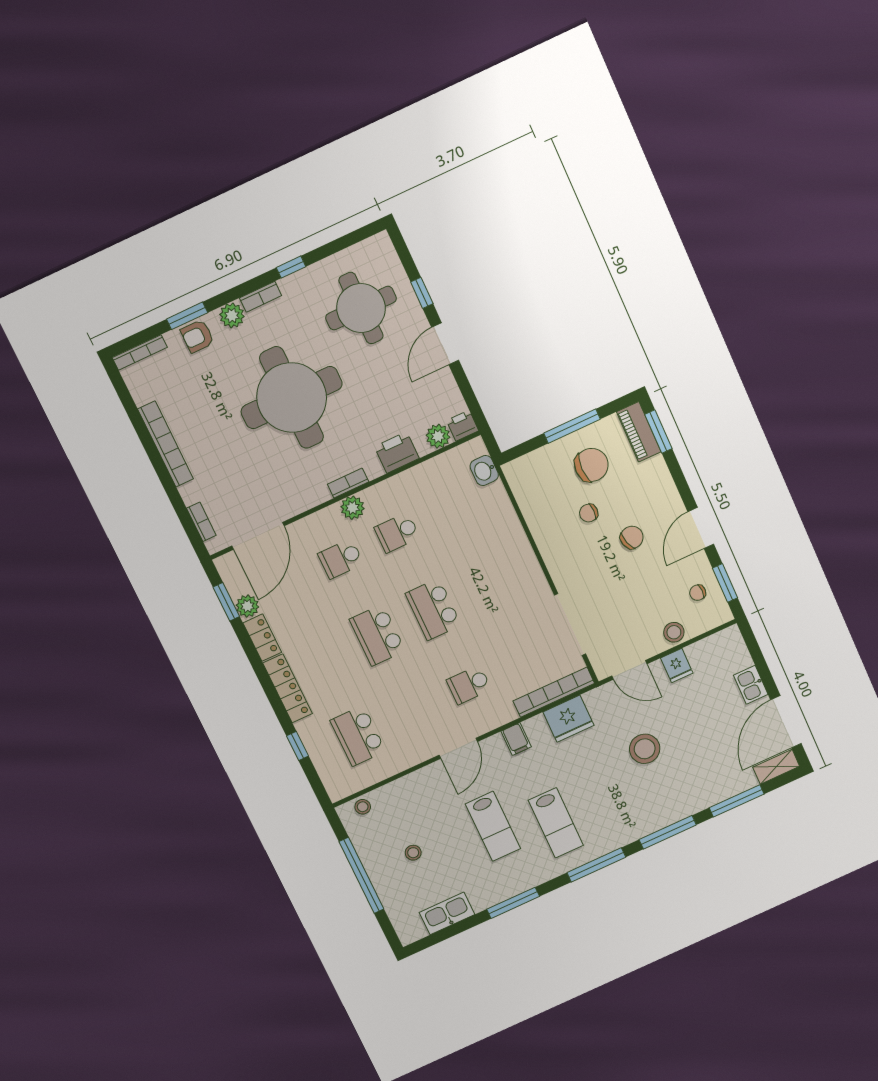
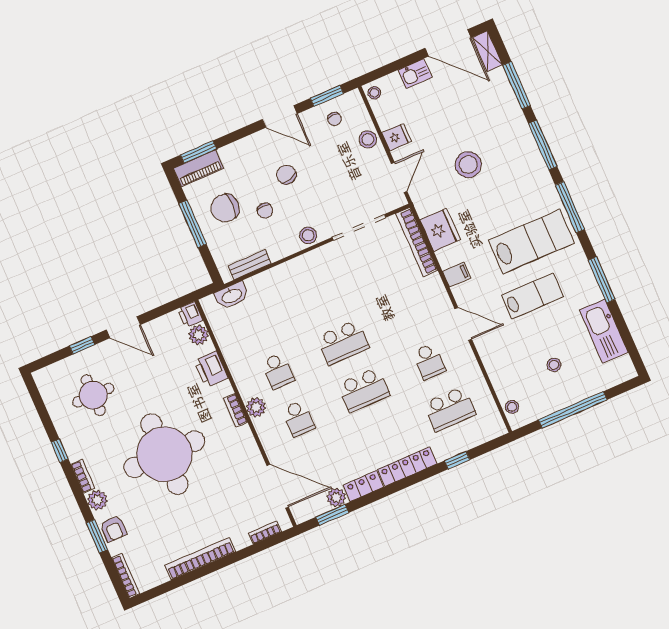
round table: (361, 308) -> (93, 395), width x0.73, depth x0.73
chair: (591, 465) -> (225, 208), turned -90
washbasin: (484, 471) -> (232, 296), width x1.38
bench: (524, 496) -> (250, 265), added
stool: (560, 565) -> (308, 235), added
stool: (728, 638) -> (374, 93), added
school desk: (469, 685) -> (429, 361), moved
lab bench: (556, 823) -> (531, 242), width x1.36, depth x1.39
kitchen sink: (447, 913) -> (604, 331), width x1.36, depth x1.24

